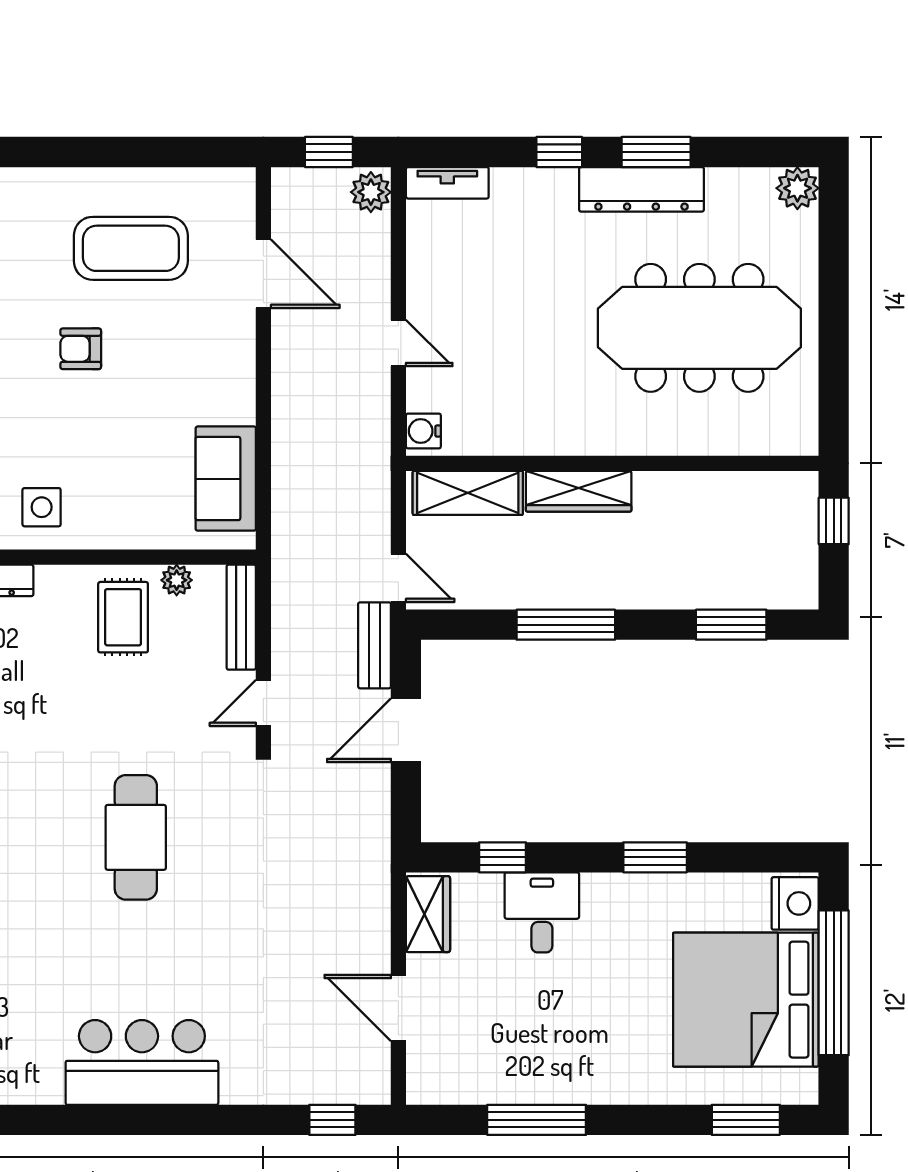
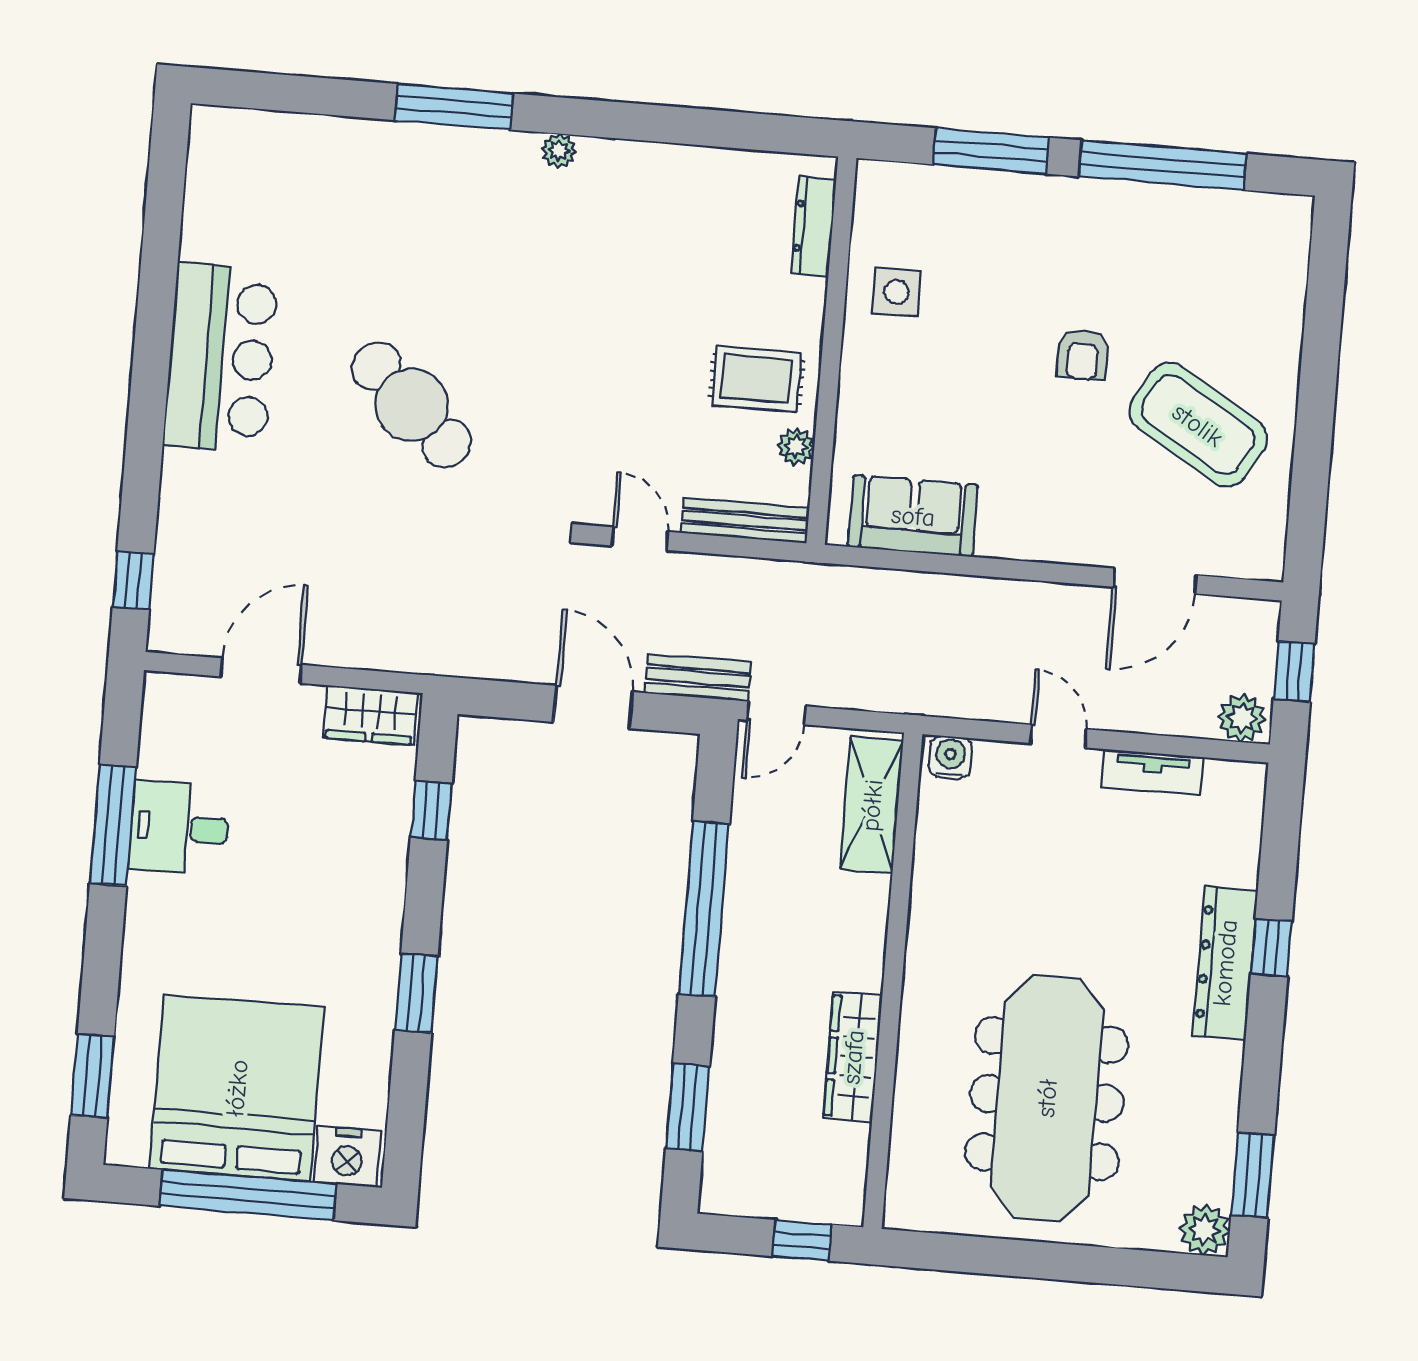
window: (656, 152) -> (1253, 1175), moved
tv unit: (447, 183) -> (1152, 772), moved, turned -90
dresser: (641, 189) -> (1225, 963), moved
coffee table: (131, 248) -> (1198, 425), turned -59
door: (398, 343) -> (1058, 736), swing flipped
armchair: (81, 349) -> (1083, 354), turned 180
wardrobe: (579, 491) -> (853, 1057), moved
window: (566, 625) -> (704, 909), width x1.46
cafe table: (136, 837) -> (412, 405), moved, turned 43
desk: (542, 912) -> (179, 828), moved, turned 180

